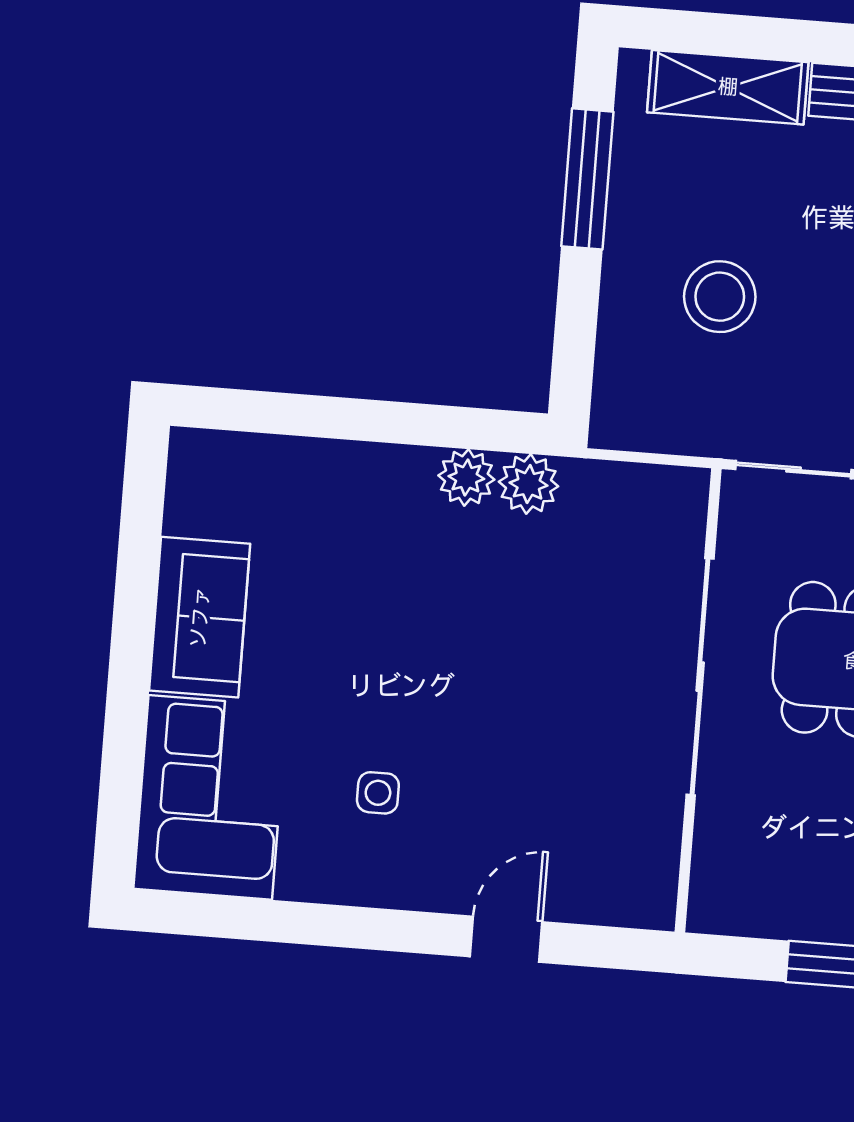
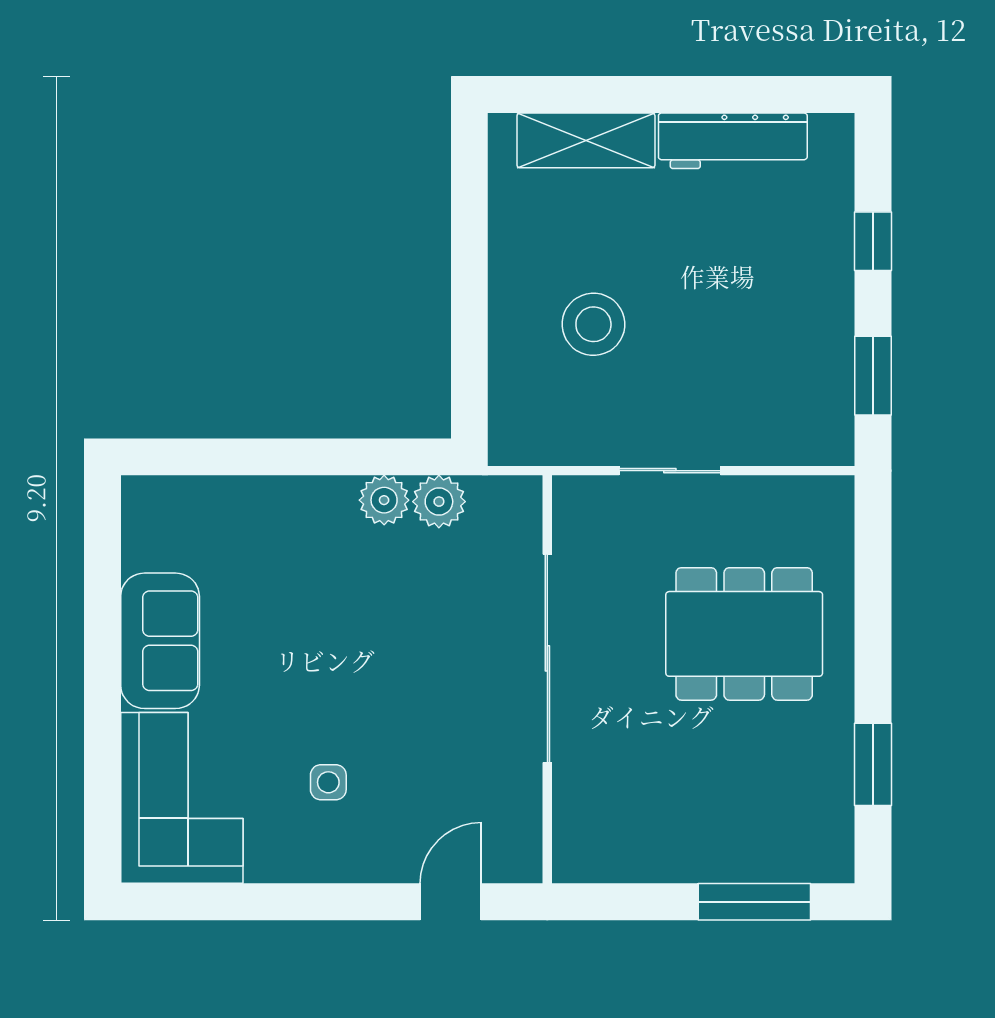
window: (587, 179) -> (469, 230), removed
sliding door: (700, 677) -> (547, 658), moved
wall: (698, 700) -> (547, 679), moved

